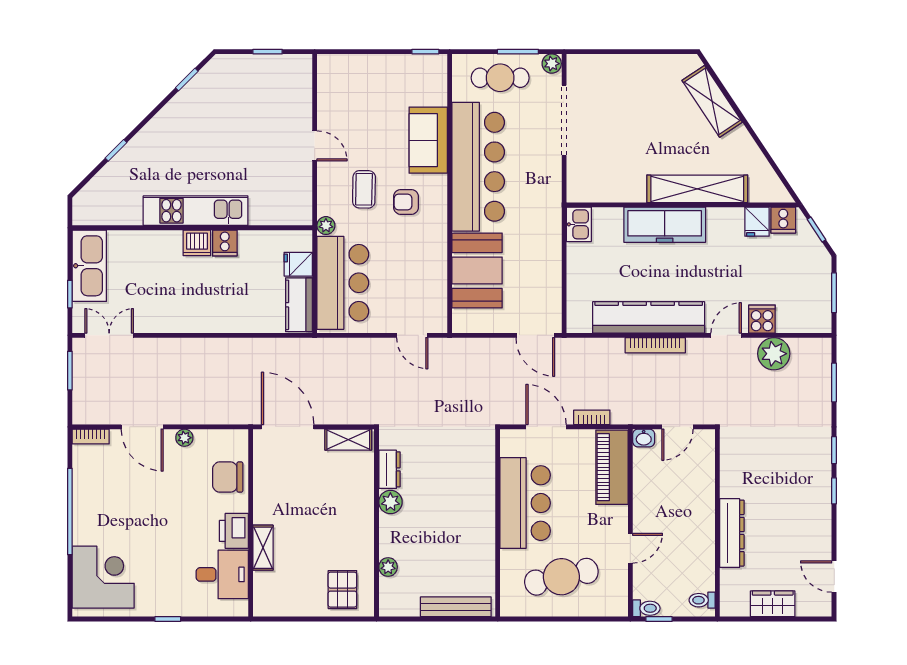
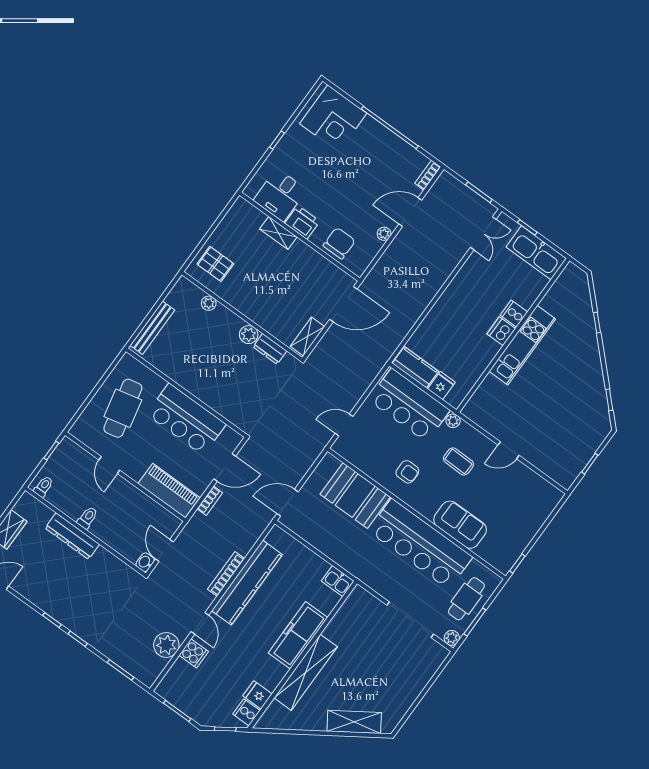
armchair: (406, 202) -> (407, 472), moved, turned 90
cooker: (225, 243) -> (514, 314), moved
washbasin: (644, 438) -> (145, 562), moved
toilet: (646, 608) -> (87, 518), moved, turned 180

